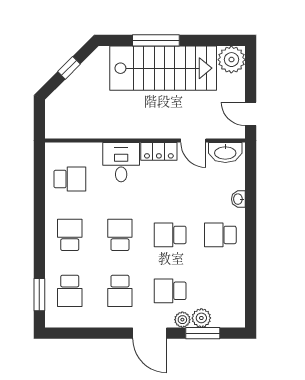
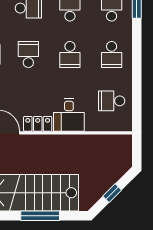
school desk: (170, 235) -> (28, 54), turned -90

